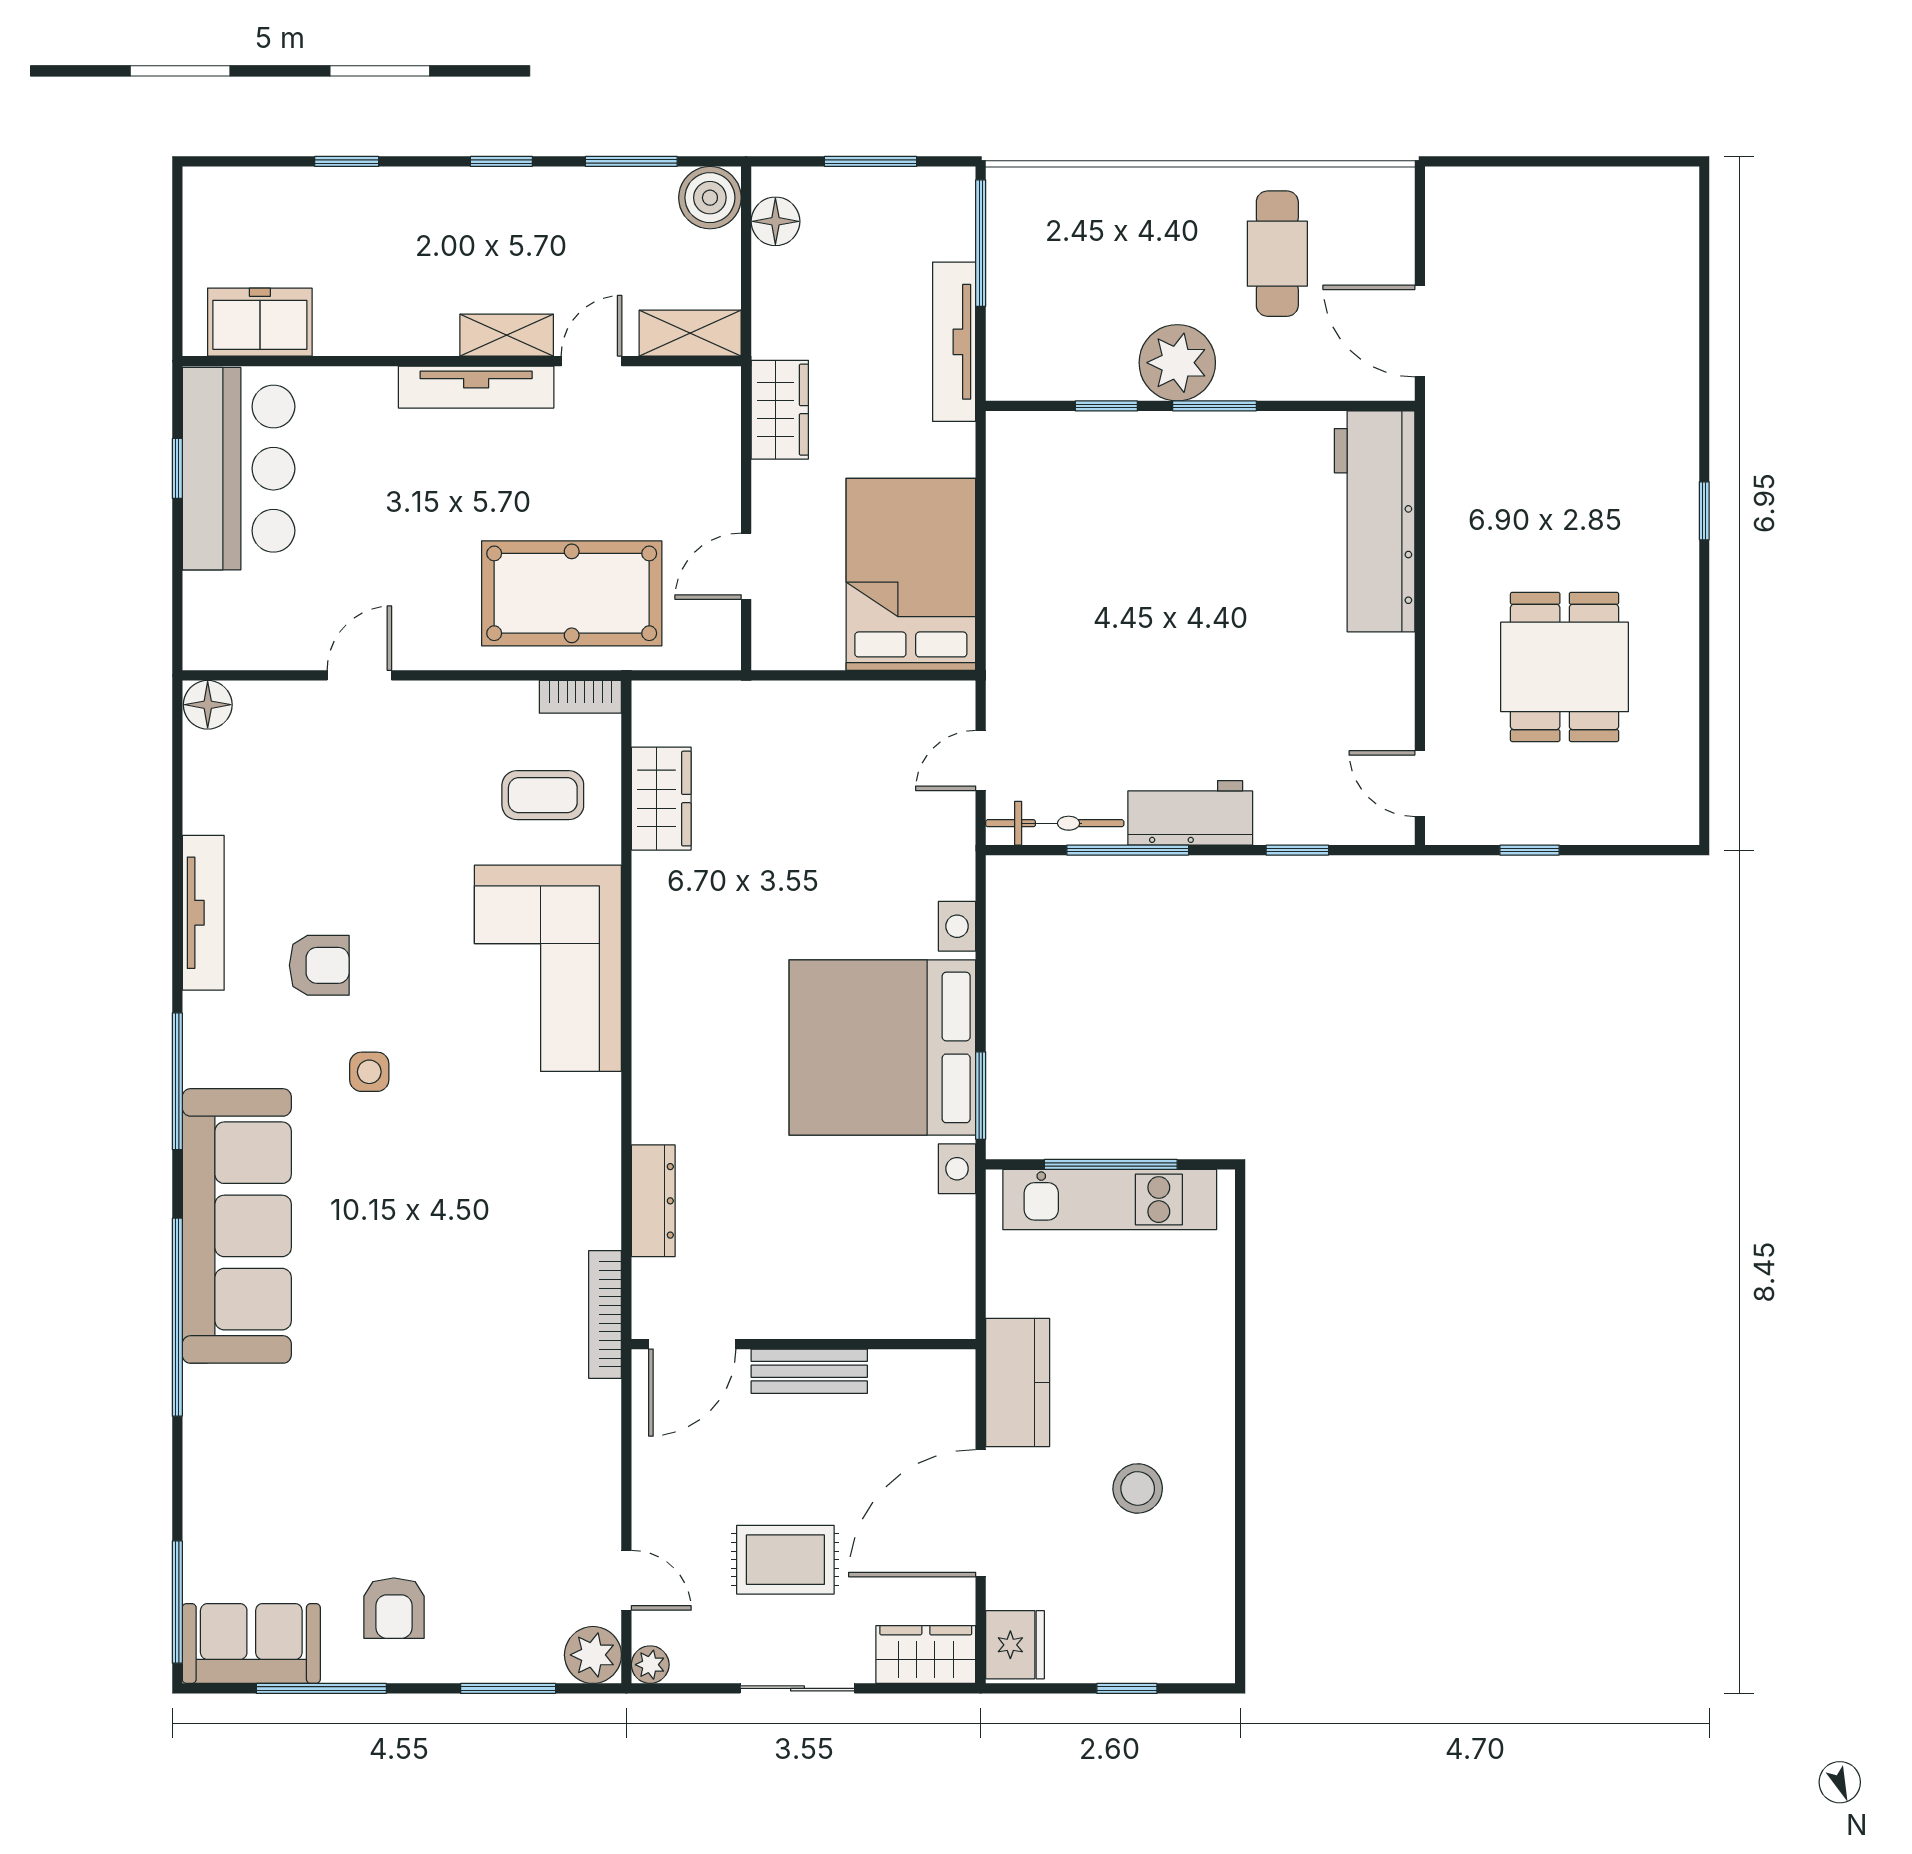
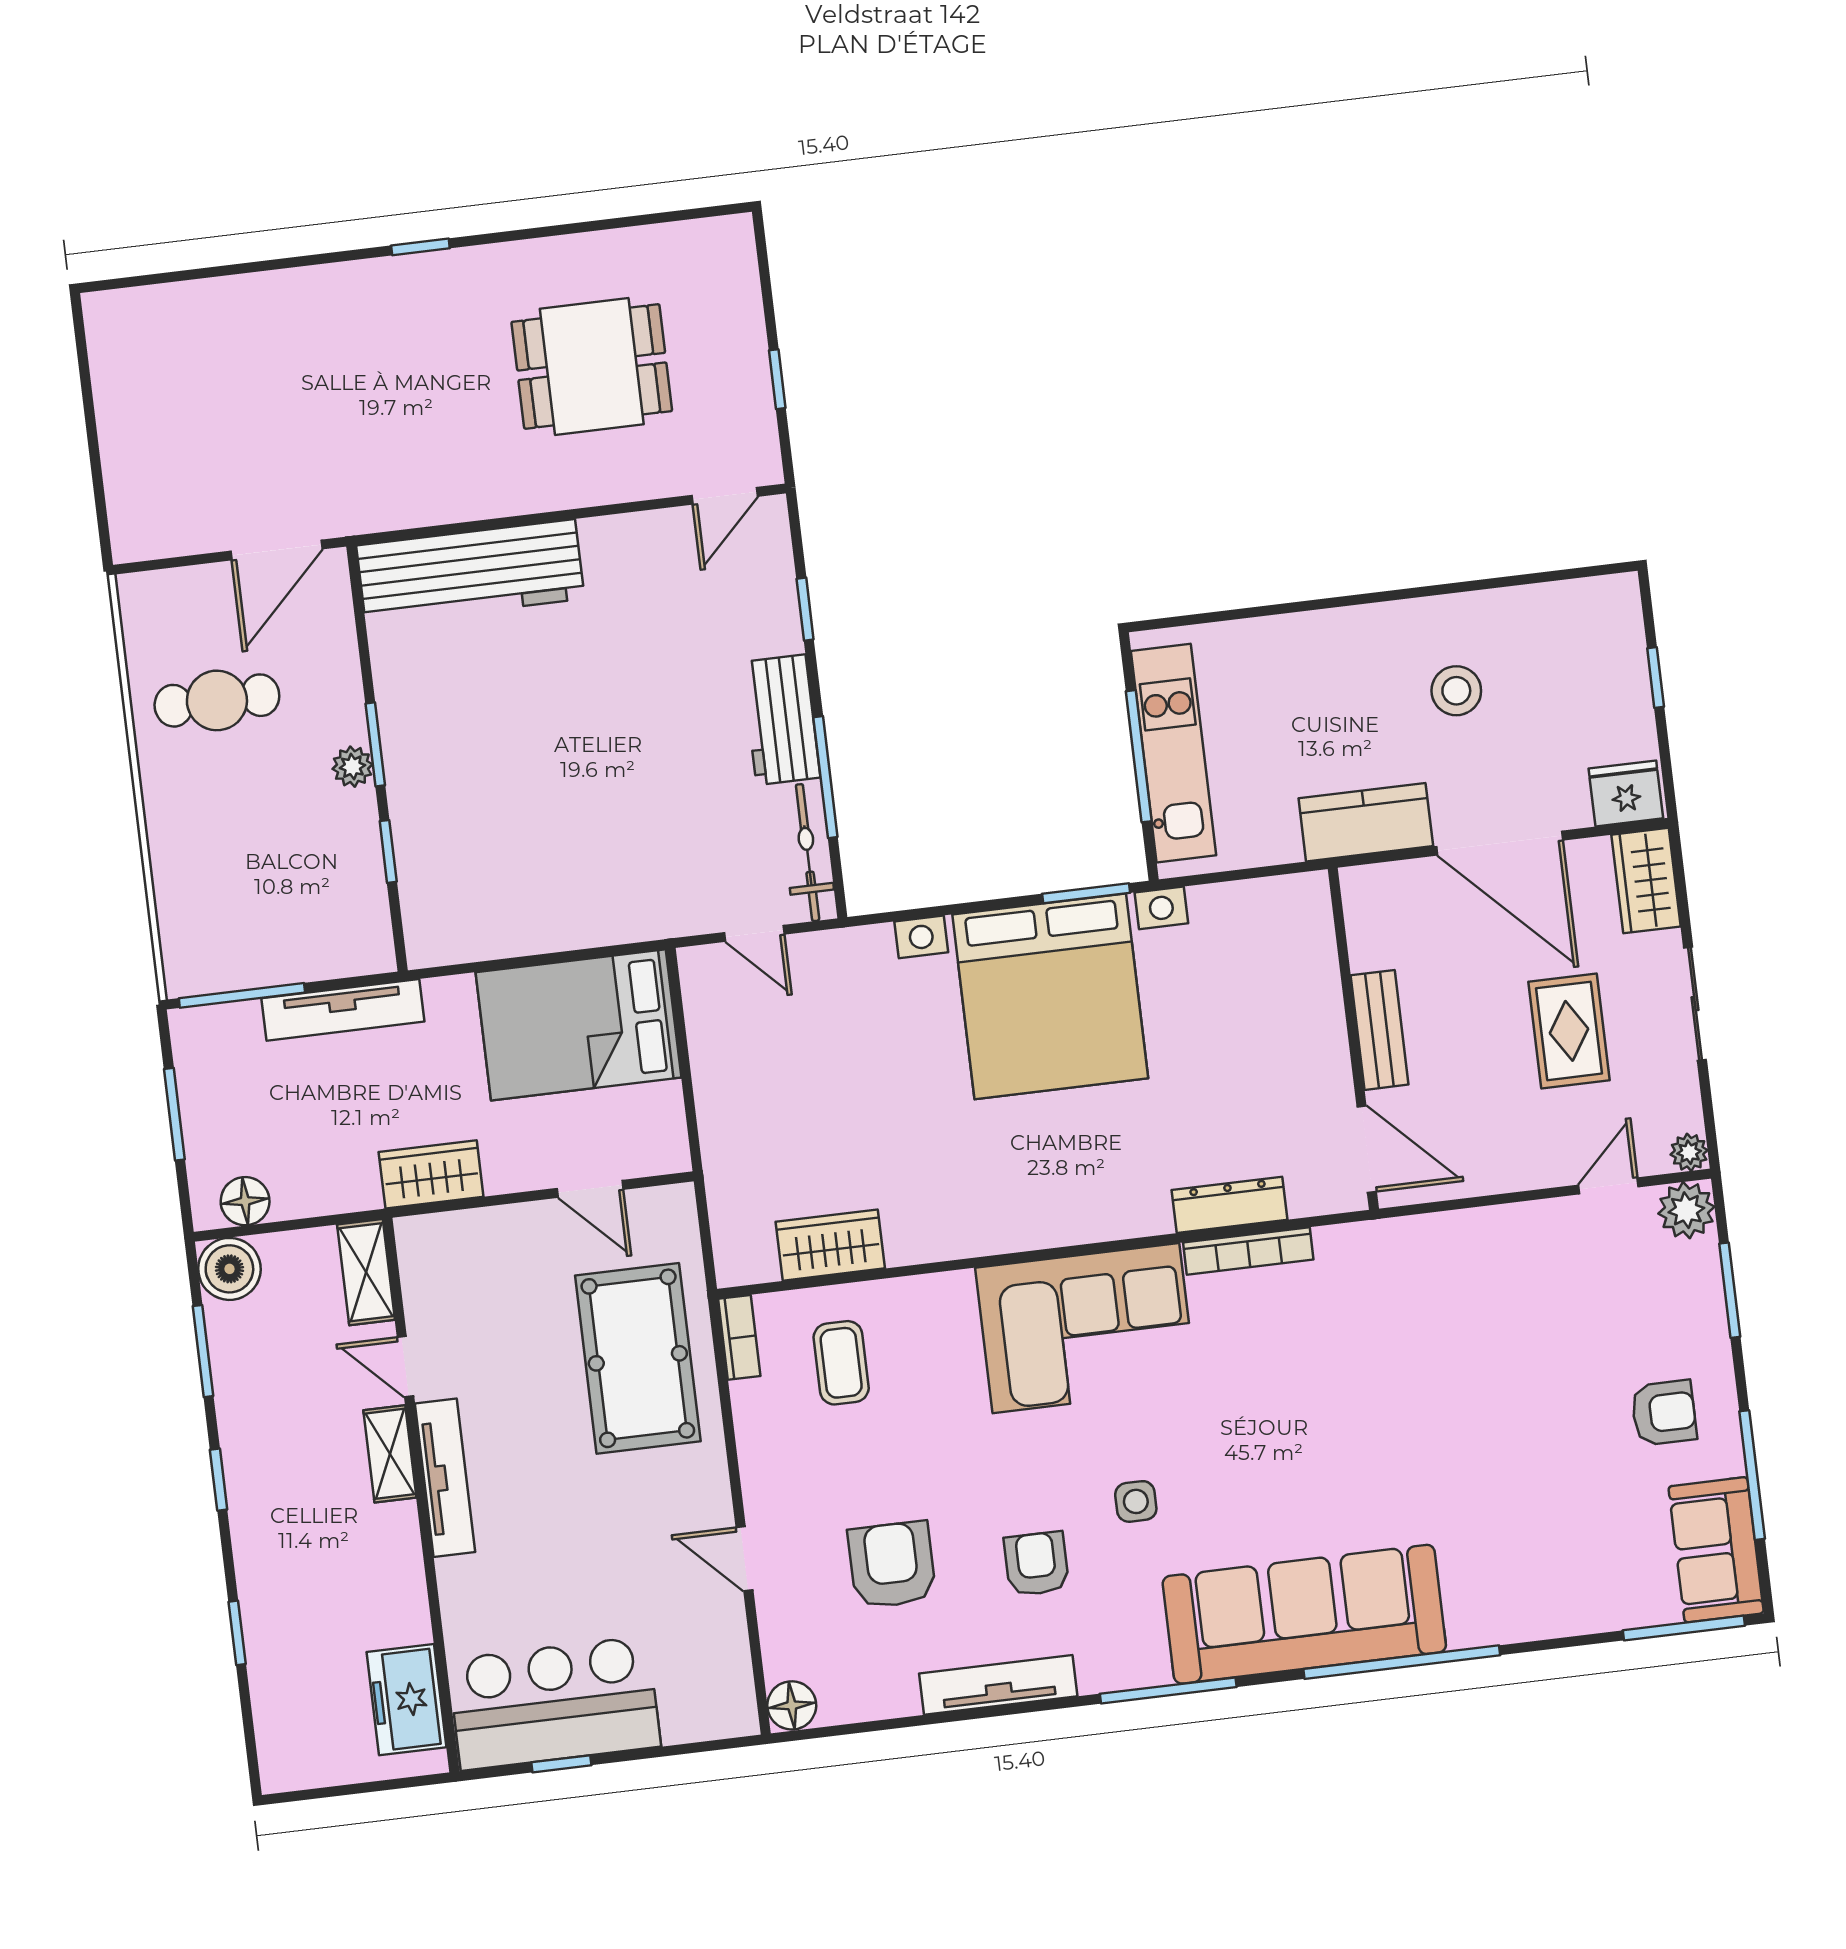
plant: (1177, 363) -> (352, 767), width x0.53, depth x0.53
armchair: (336, 821) -> (892, 1565), added
corner sofa: (548, 968) -> (1086, 1328), moved
bookcase: (605, 1314) -> (1248, 1251), moved

